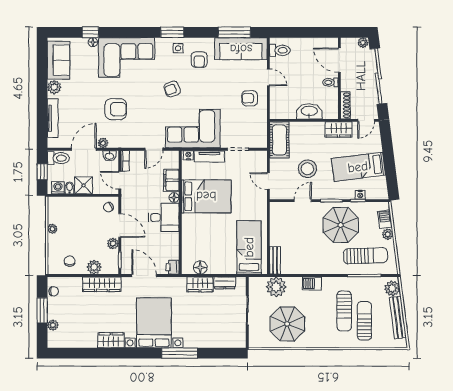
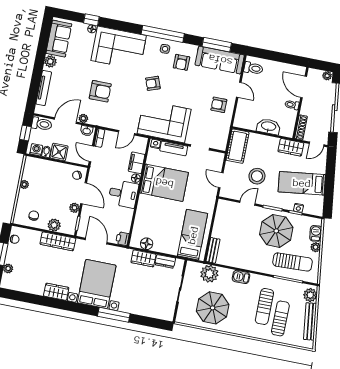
window: (172, 32) -> (163, 34), width x2.11

